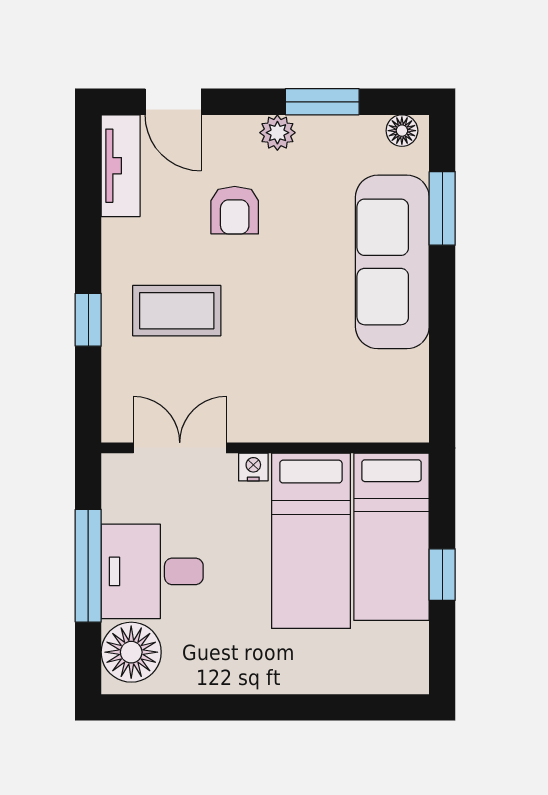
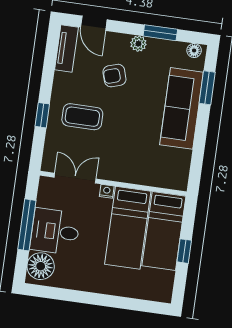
armchair: (235, 210) -> (114, 76), turned 72

